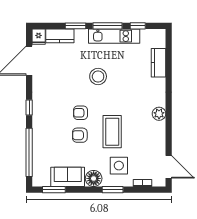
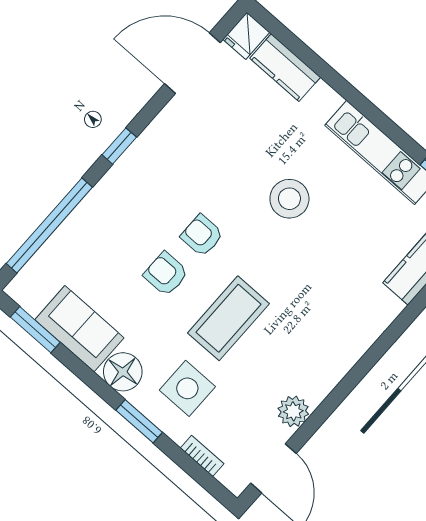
window: (76, 26) -> (328, 74), removed
window: (107, 26) -> (385, 124), removed
plant: (159, 114) -> (293, 411), moved

